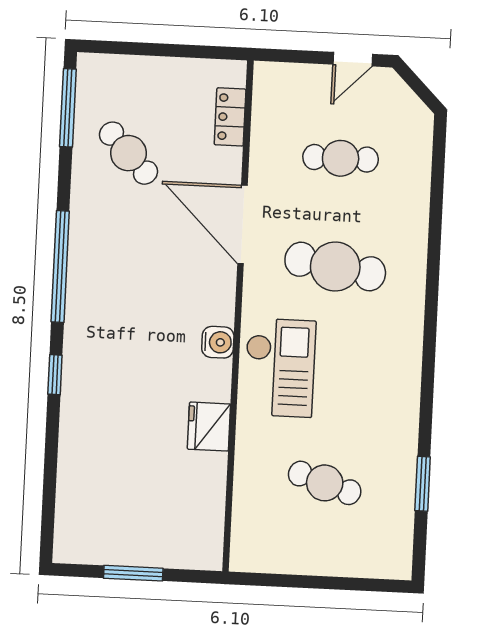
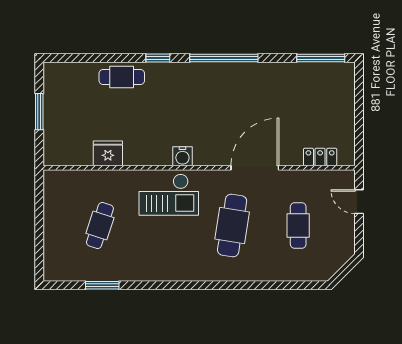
door: (353, 59) -> (359, 202), moved
cafe table: (128, 153) -> (122, 77), moved, turned 44
fridge: (209, 427) -> (108, 153), moved

